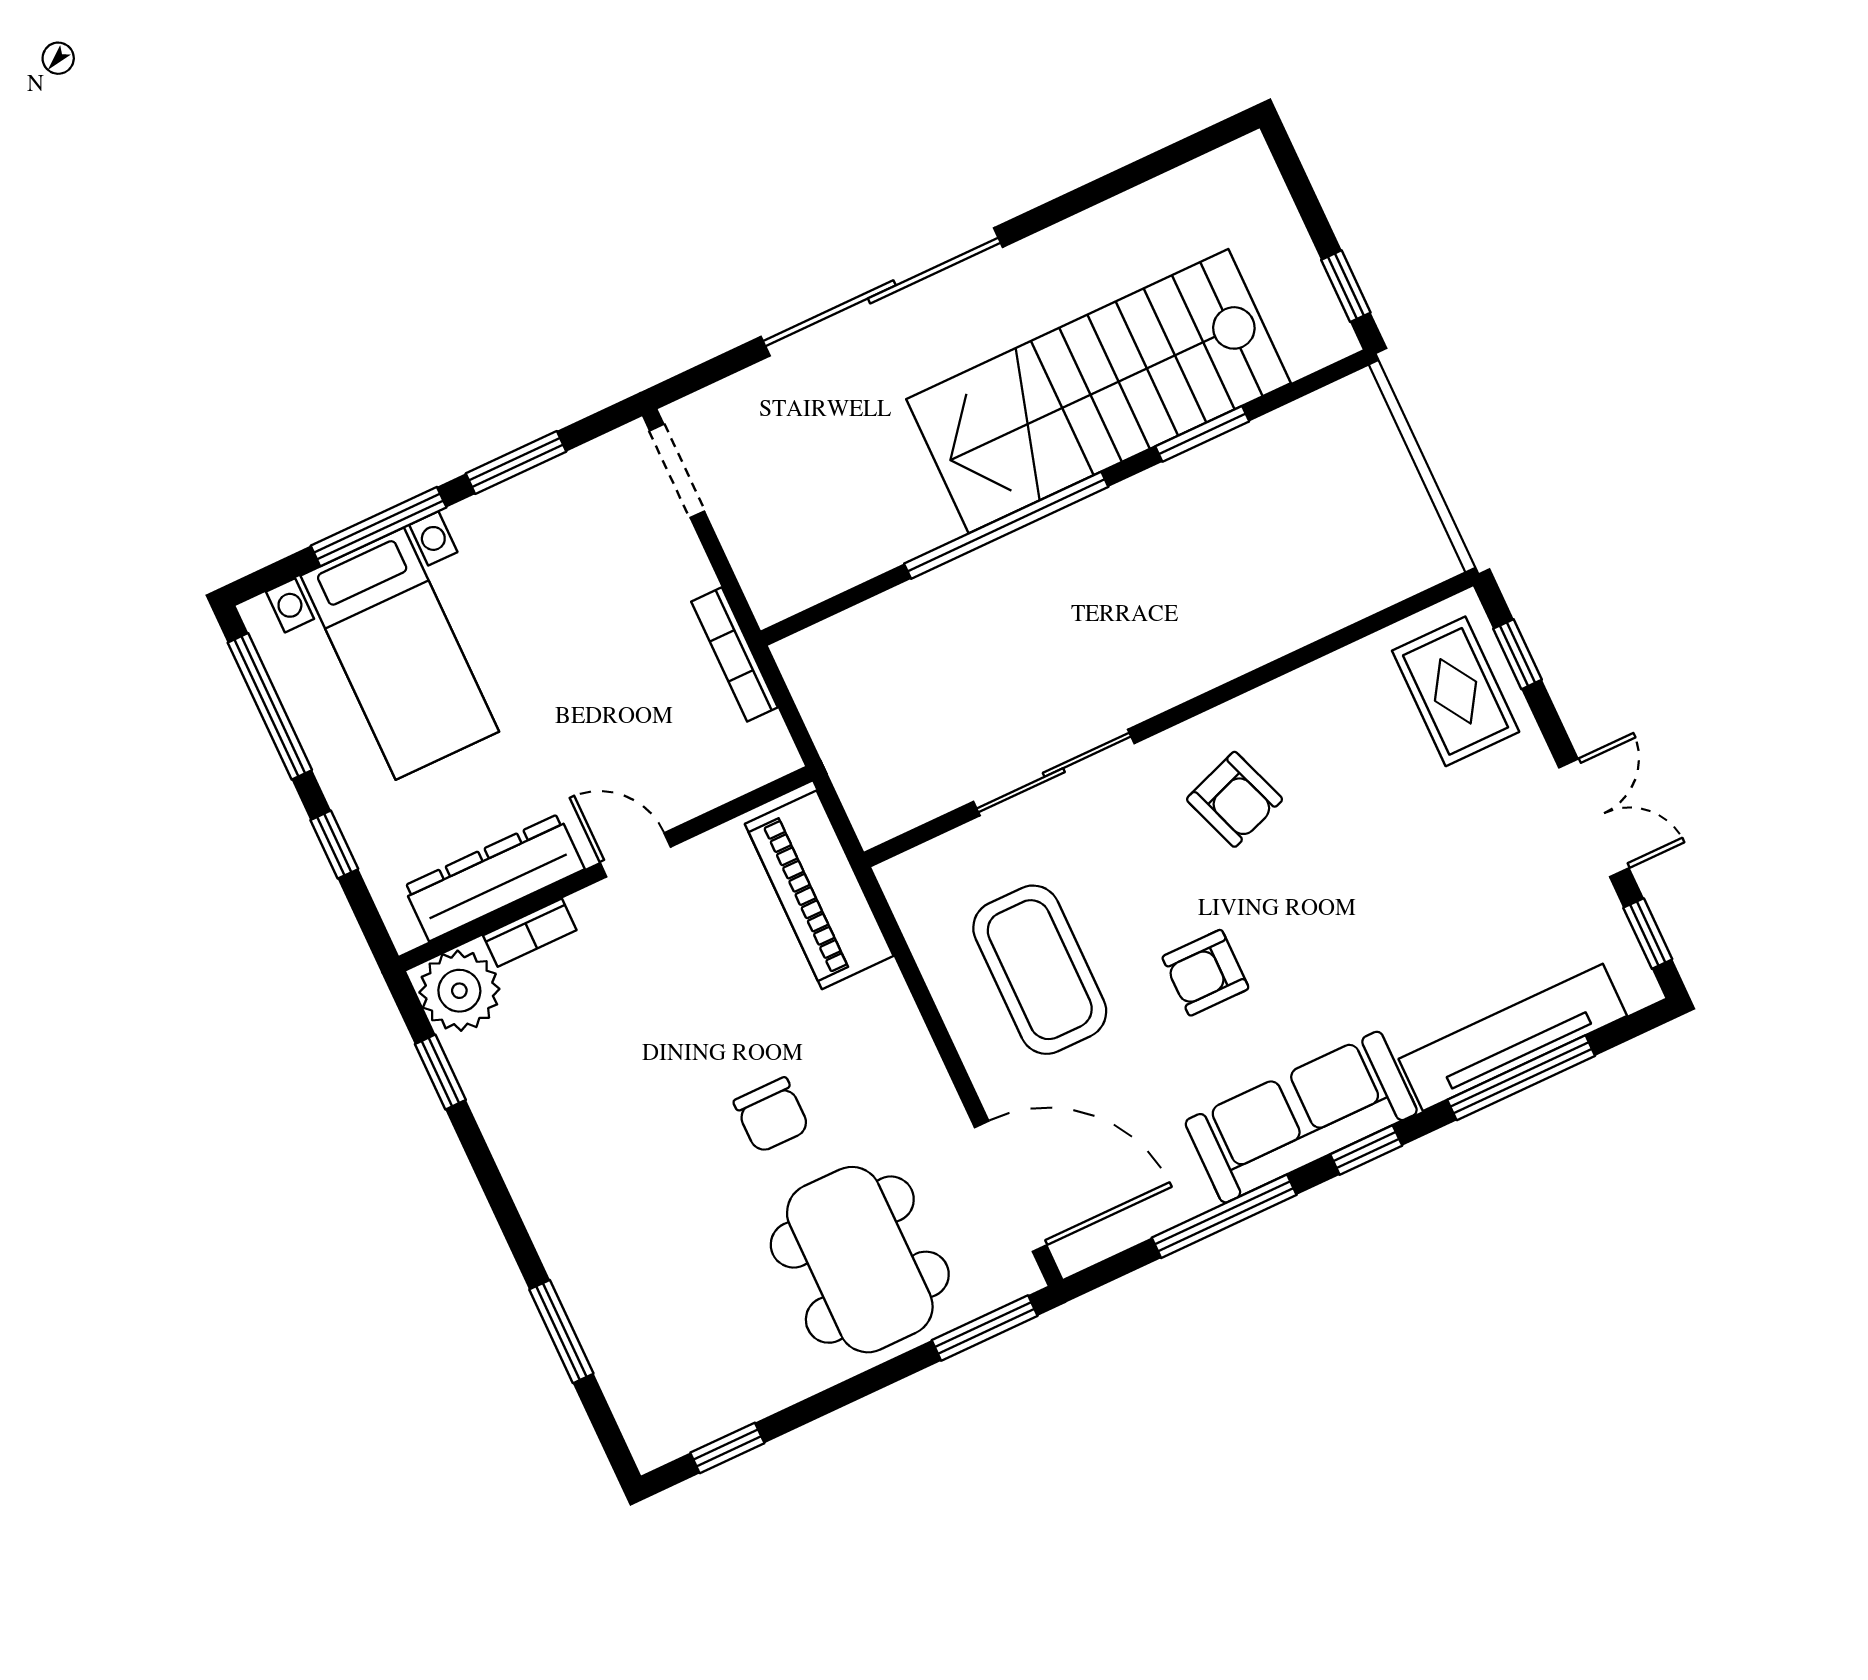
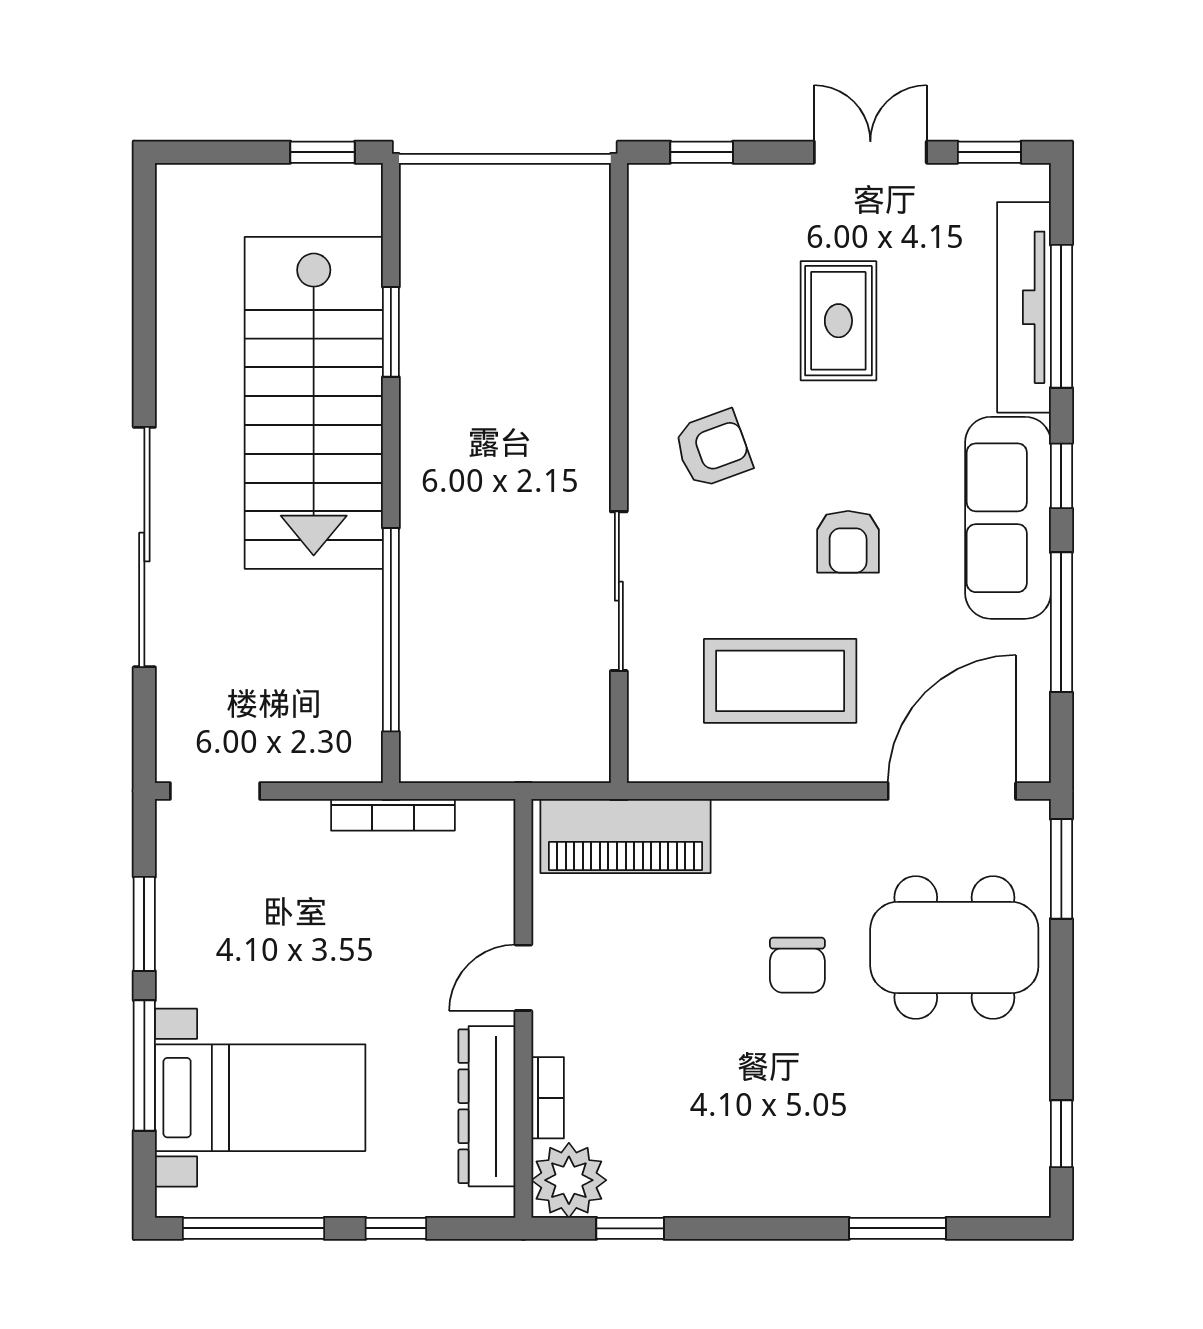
window: (1006, 525) -> (391, 630), moved
rug: (1456, 691) -> (838, 321), moved, turned 90
chair: (772, 1115) -> (797, 965), turned 90

